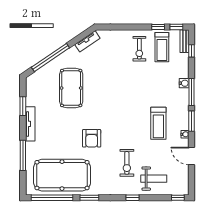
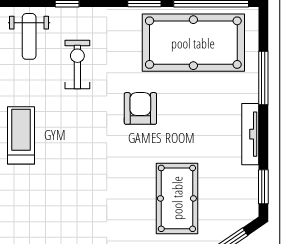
window: (23, 106) -> (263, 187), moved
weight bench: (154, 179) -> (29, 36), turned -90

